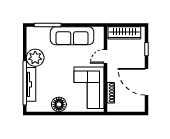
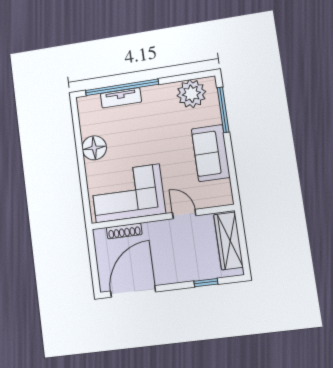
sofa: (72, 36) -> (211, 153), width x0.73
plant: (35, 58) -> (191, 94), moved
door: (147, 82) -> (133, 291), moved
tv unit: (31, 84) -> (121, 98), width x0.71

